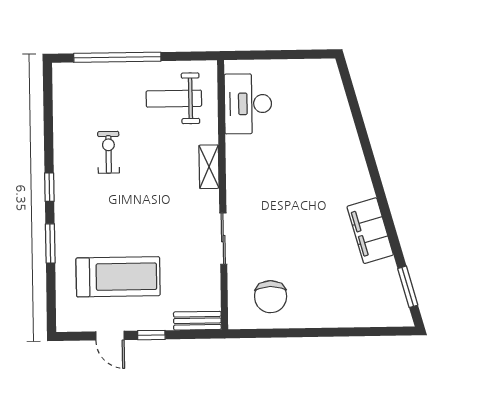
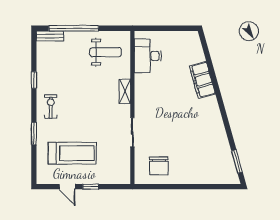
weight bench: (174, 99) -> (106, 52), turned 180
exercise bike: (109, 152) -> (51, 106), moved
window: (49, 187) -> (34, 80), moved
filing cabinet: (370, 231) -> (202, 80), moved
bench: (197, 321) -> (50, 36), moved

